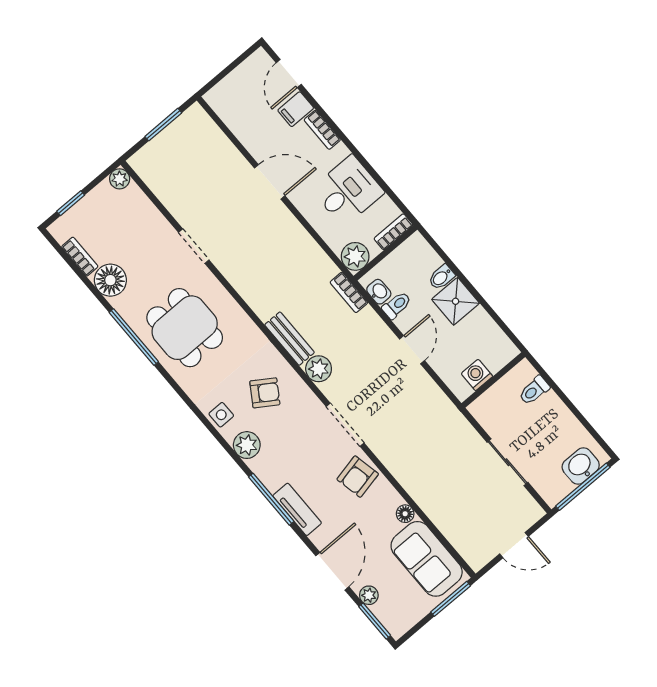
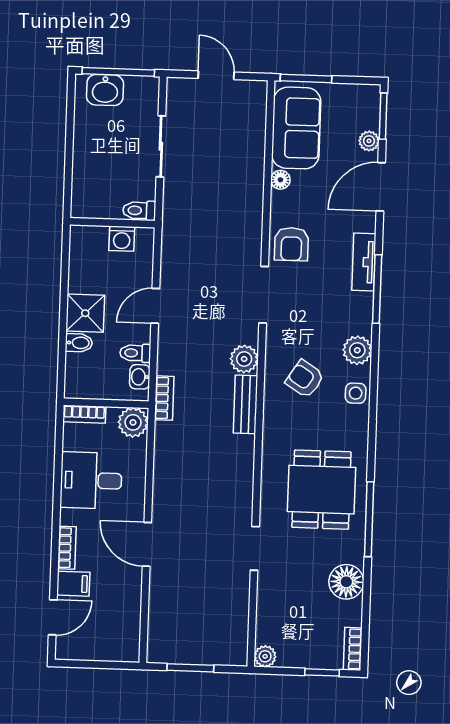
bookcase: (80, 257) -> (353, 649), moved
toilet: (534, 390) -> (139, 210), moved, turned 180
armchair: (358, 477) -> (291, 244), turned 102

